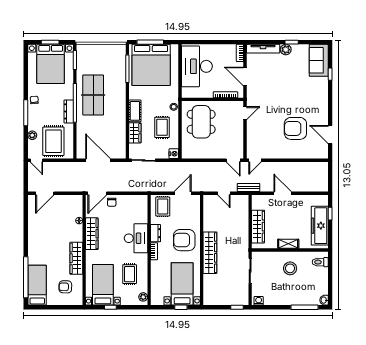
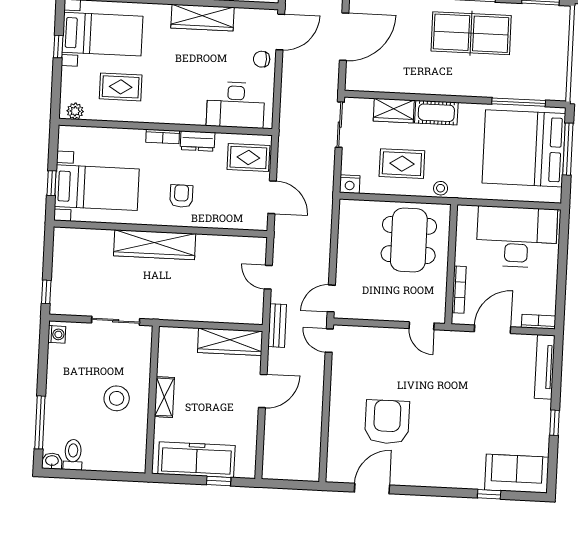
plant: (286, 50) -> (541, 411), removed
dining table: (201, 122) -> (409, 240), turned 90
door: (97, 193) -> (280, 32), swing flipped
door: (224, 193) -> (268, 277), hinge flipped
wardrobe: (258, 227) -> (230, 342), moved
desk: (136, 238) -> (236, 105), moved
armchair: (184, 240) -> (181, 196), width x0.53, depth x0.53
toilet: (320, 262) -> (73, 455), moved

